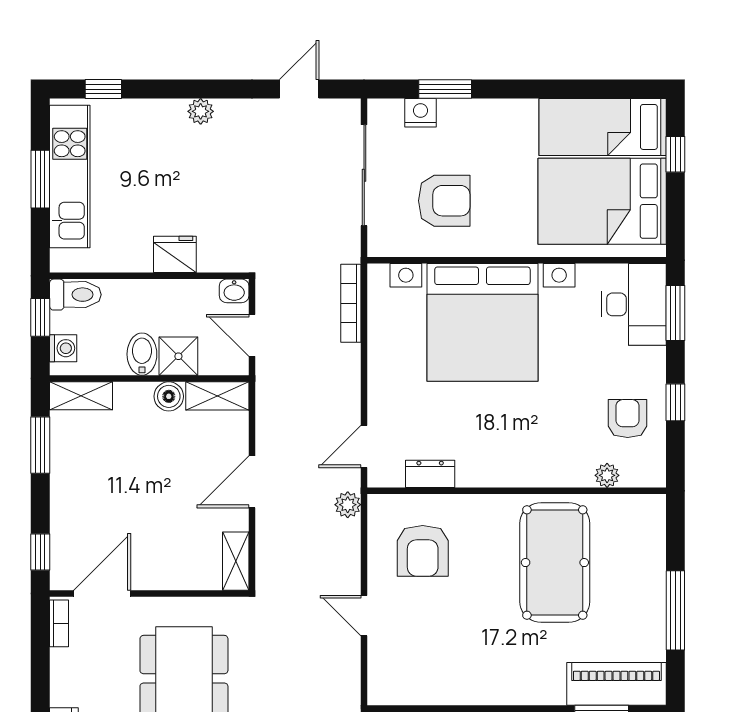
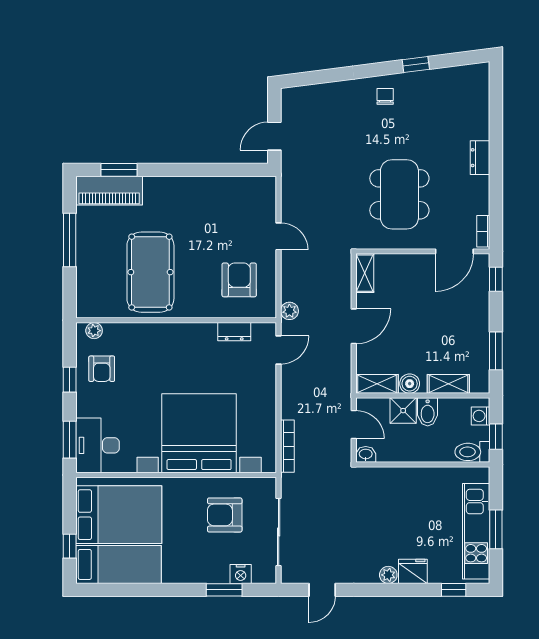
fridge: (175, 254) -> (413, 571), moved, turned 180
shelving: (81, 396) -> (448, 384), moved
plant: (607, 475) -> (94, 331), moved

